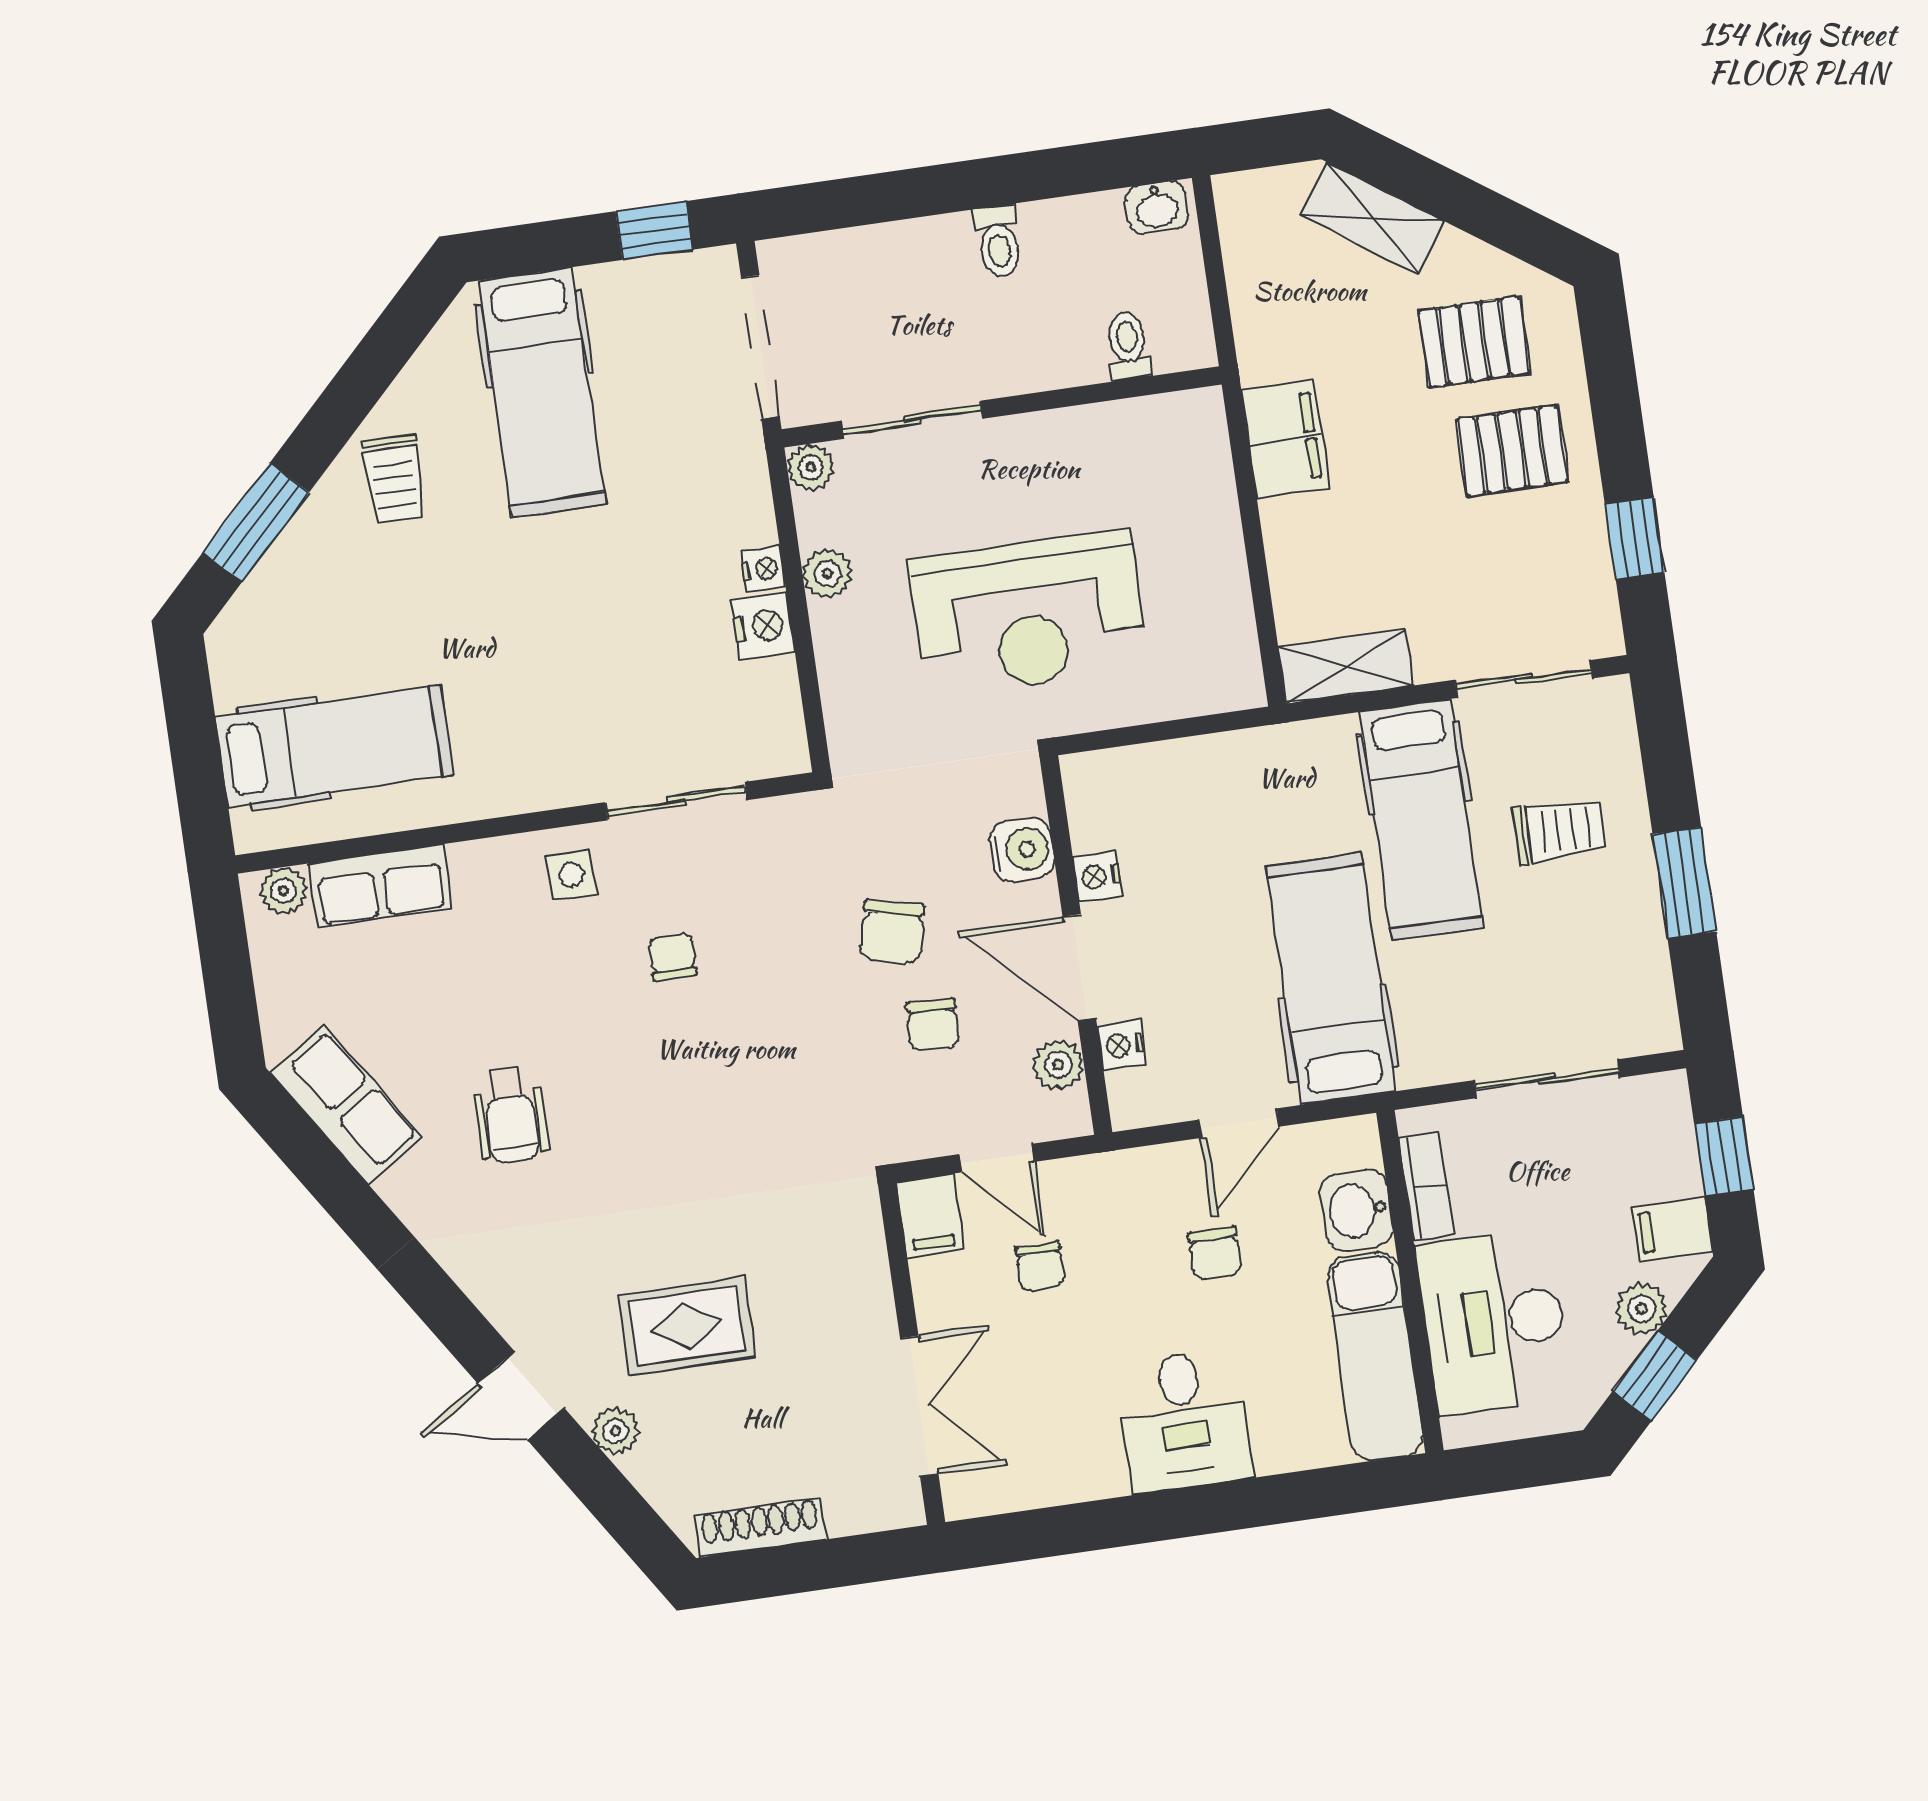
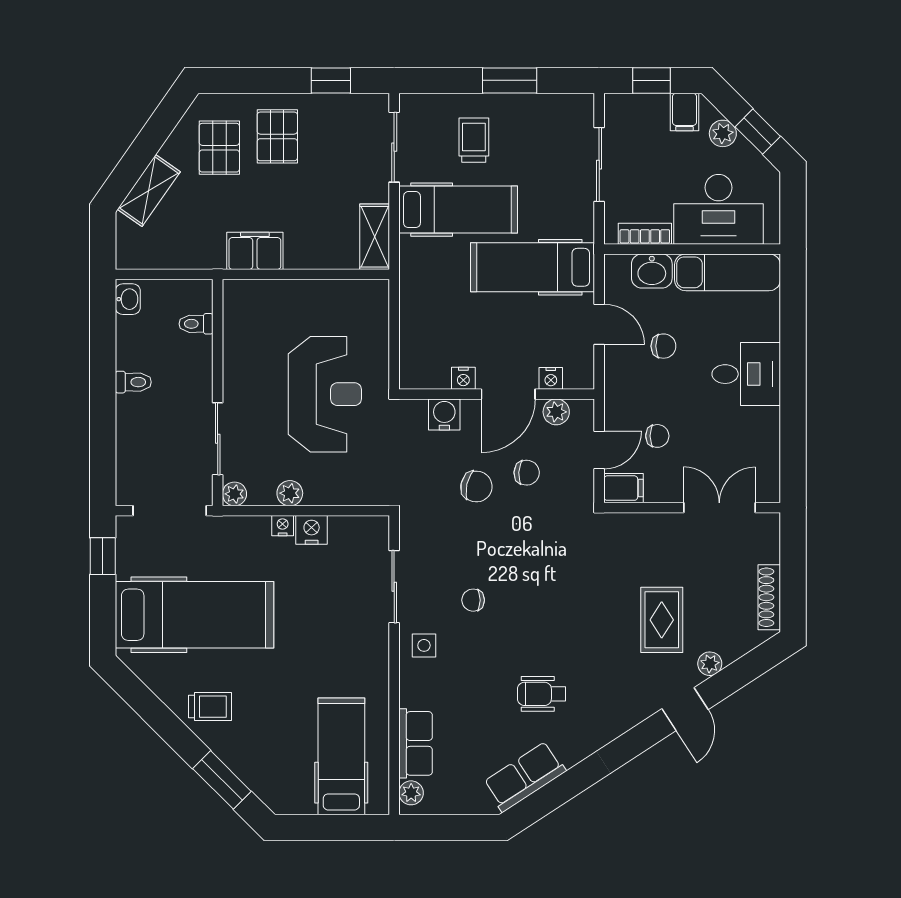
hospital bed: (542, 392) -> (194, 615), width x1.37, depth x1.29
wheelchair: (511, 1115) -> (542, 694), turned 180

